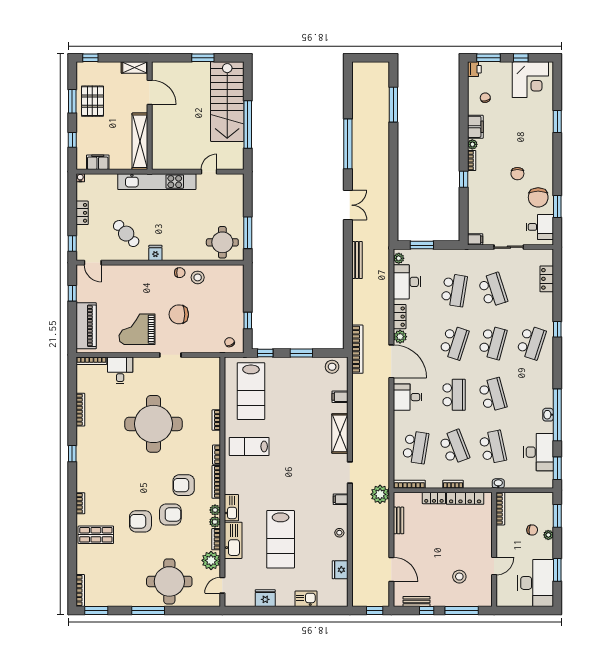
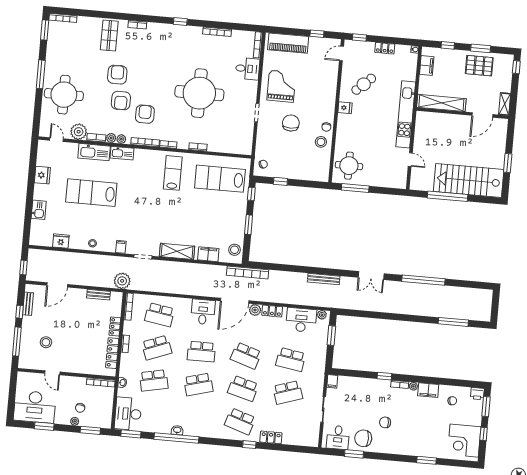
locker: (547, 279) -> (271, 437), moved
filing cabinet: (340, 397) -> (208, 254), width x2.00
desk: (539, 452) -> (128, 414), moved, turned 90

